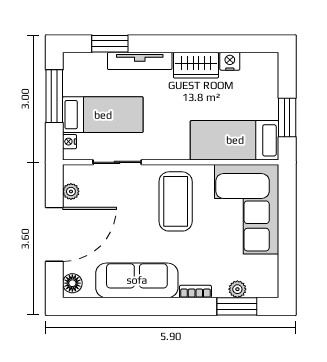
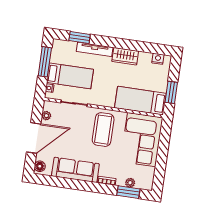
nightstand: (230, 61) -> (158, 59), moved

